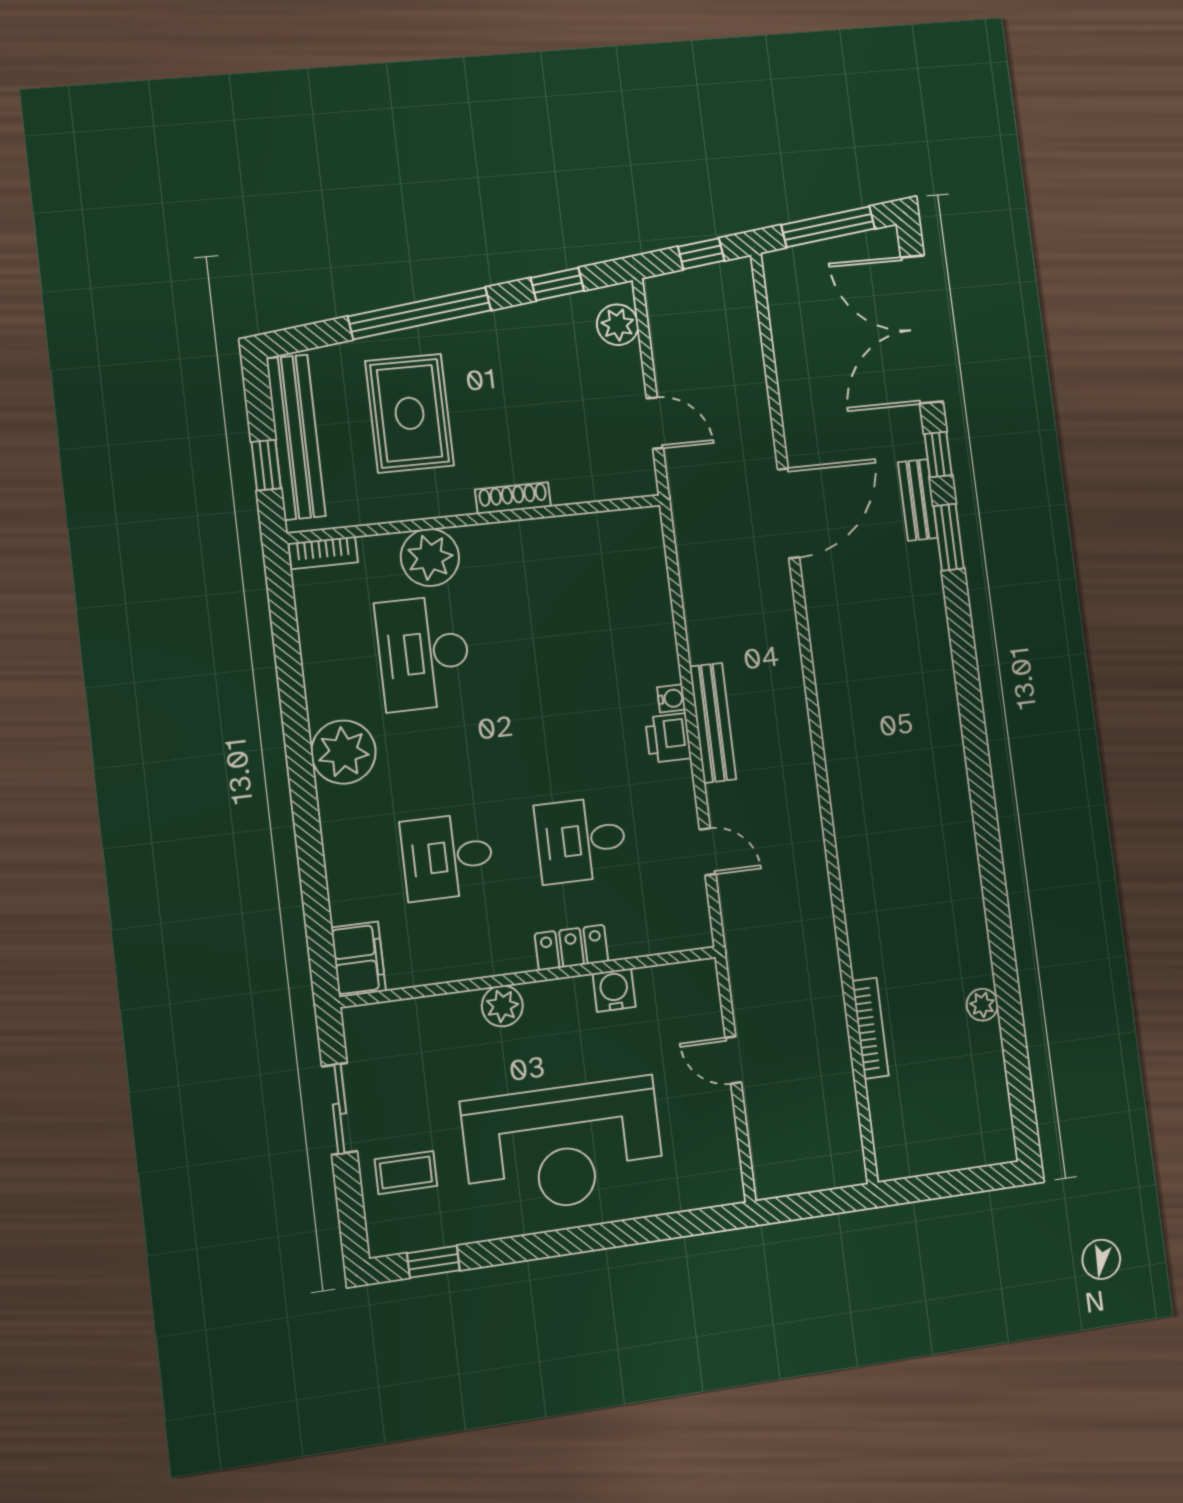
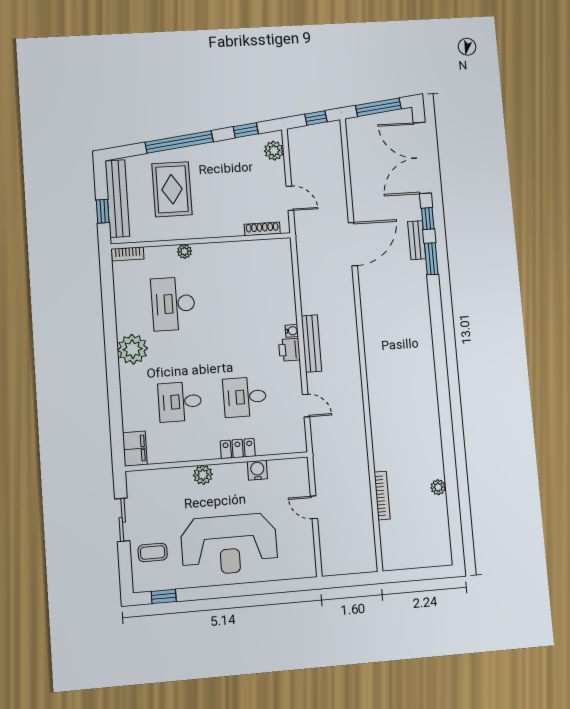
shoe rack: (513, 498) -> (262, 229), moved
plant: (430, 557) -> (184, 251), width x0.53, depth x0.53

